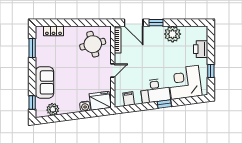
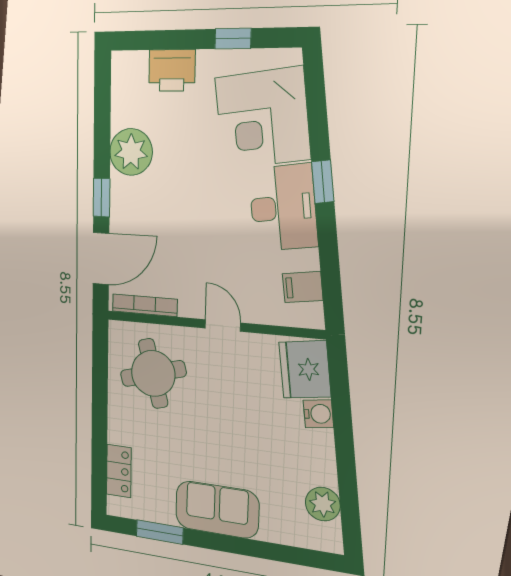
sofa: (45, 82) -> (217, 510), moved
window: (32, 102) -> (301, 557), removed

